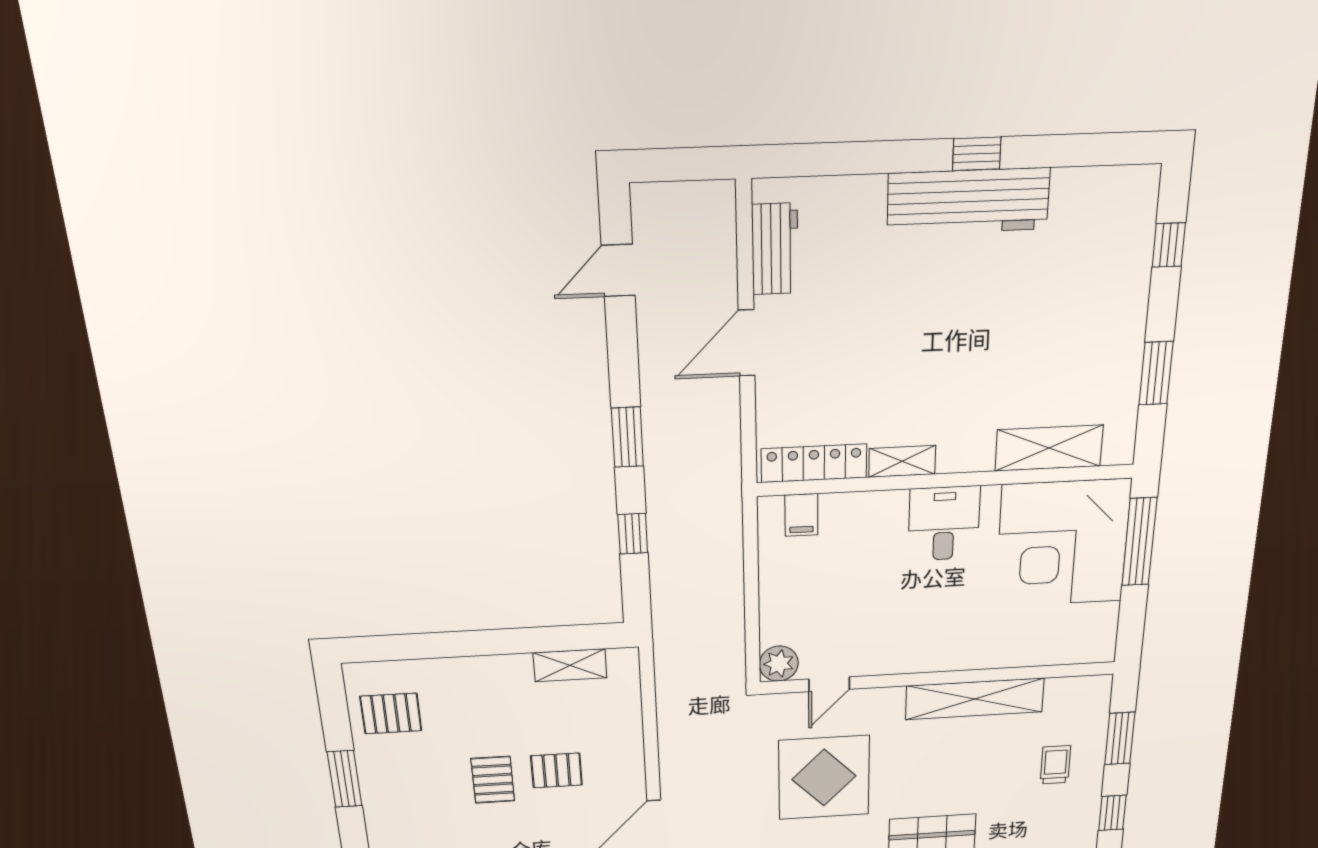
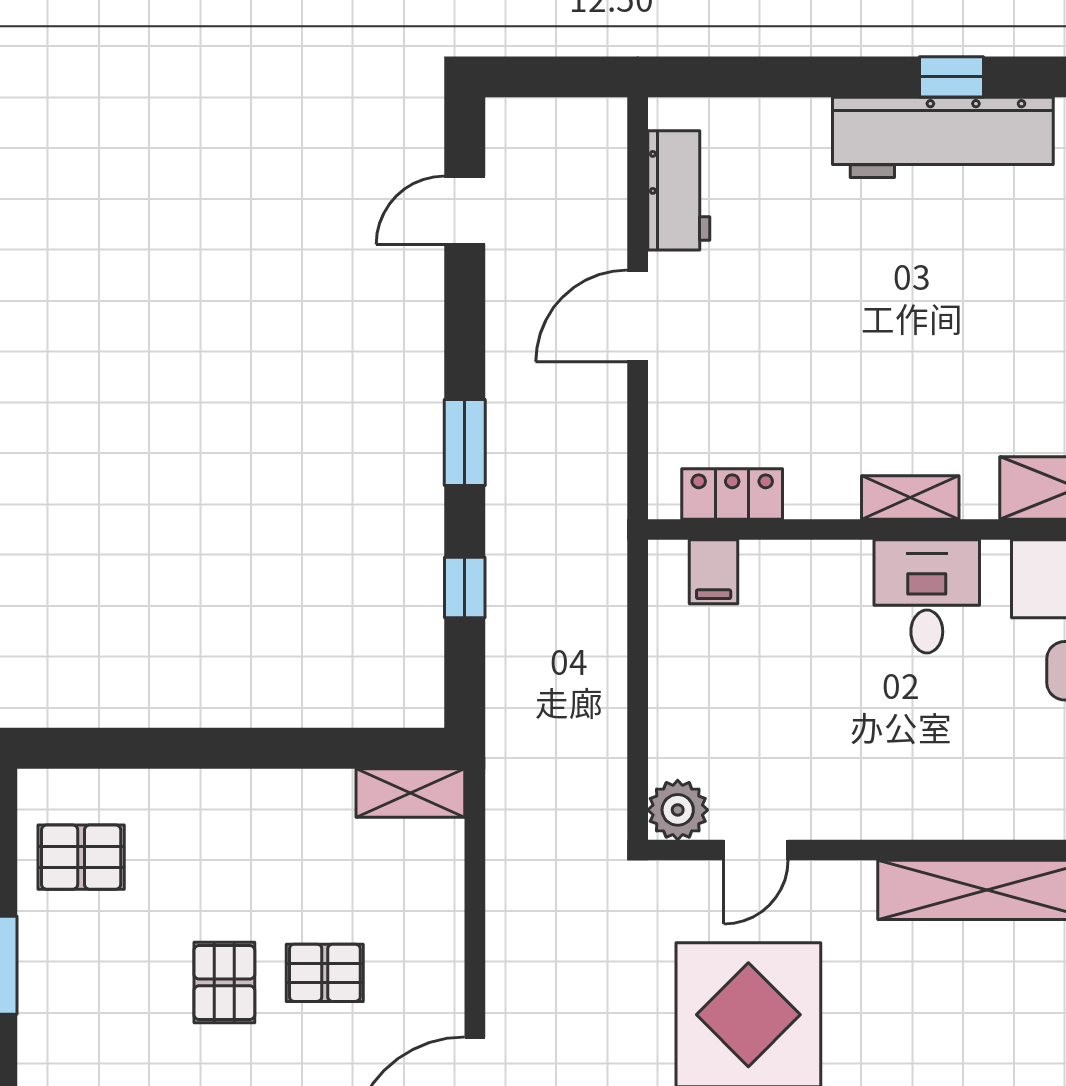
shelving: (902, 461) -> (910, 497), moved
locker: (814, 463) -> (732, 494), width x0.66
shelving: (570, 665) -> (410, 793), moved

